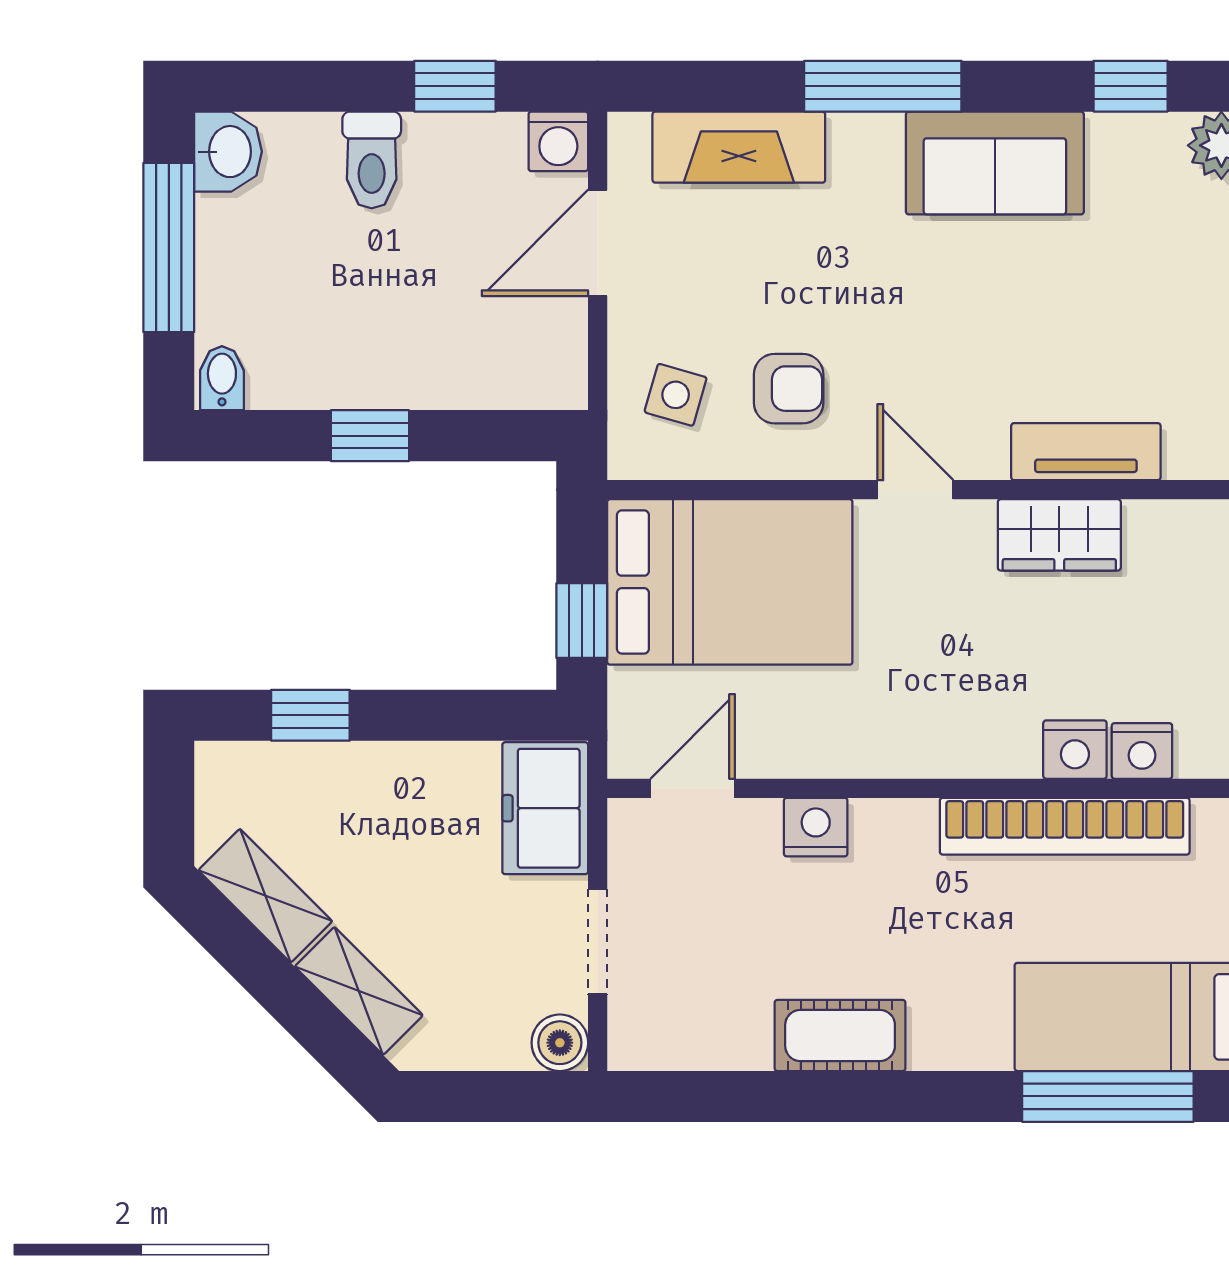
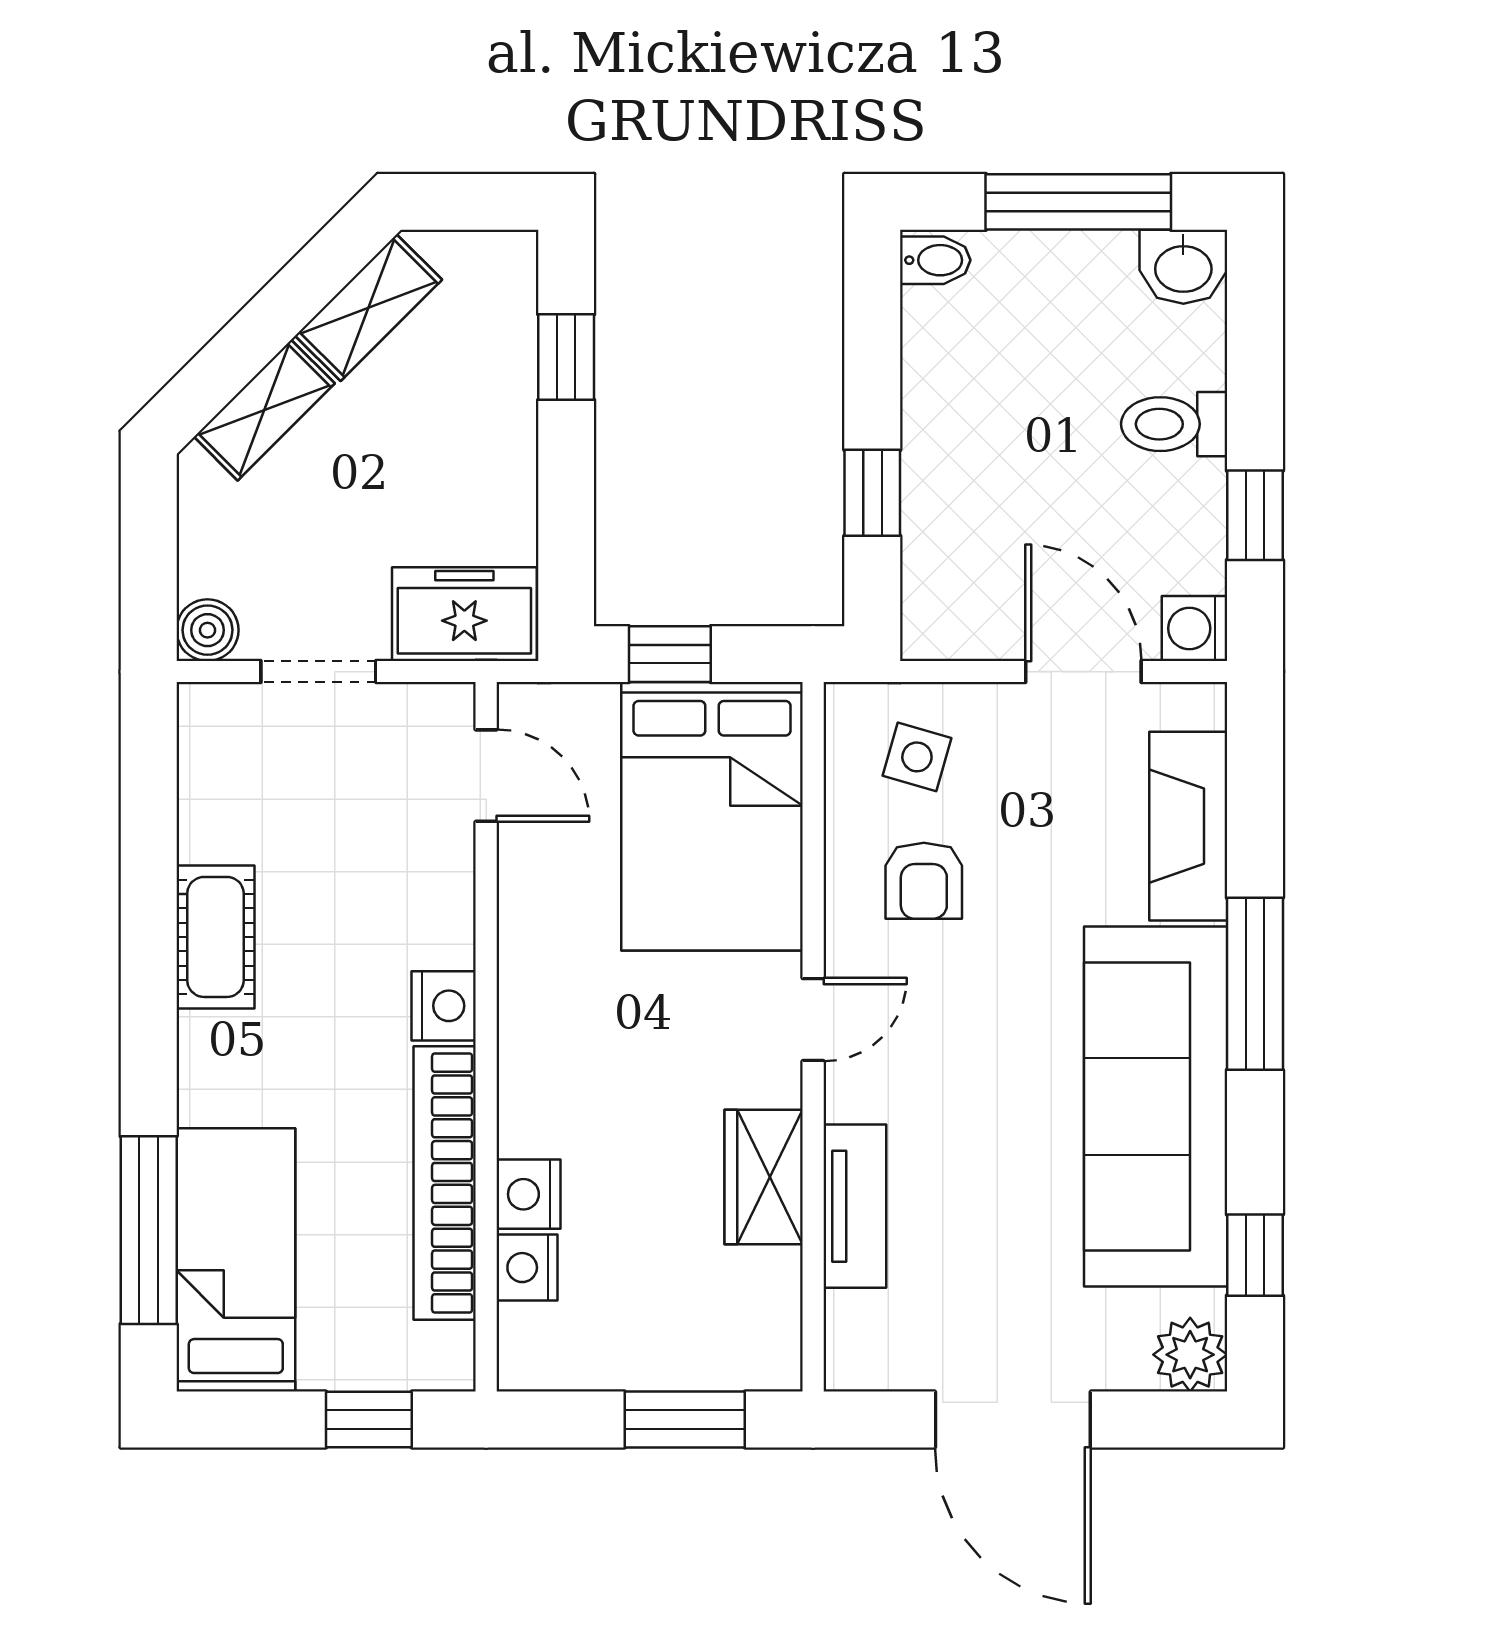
sofa: (995, 163) -> (1156, 1107), width x1.85, depth x1.27
window: (370, 436) -> (872, 493), moved
nightstand: (816, 827) -> (444, 1006), moved

